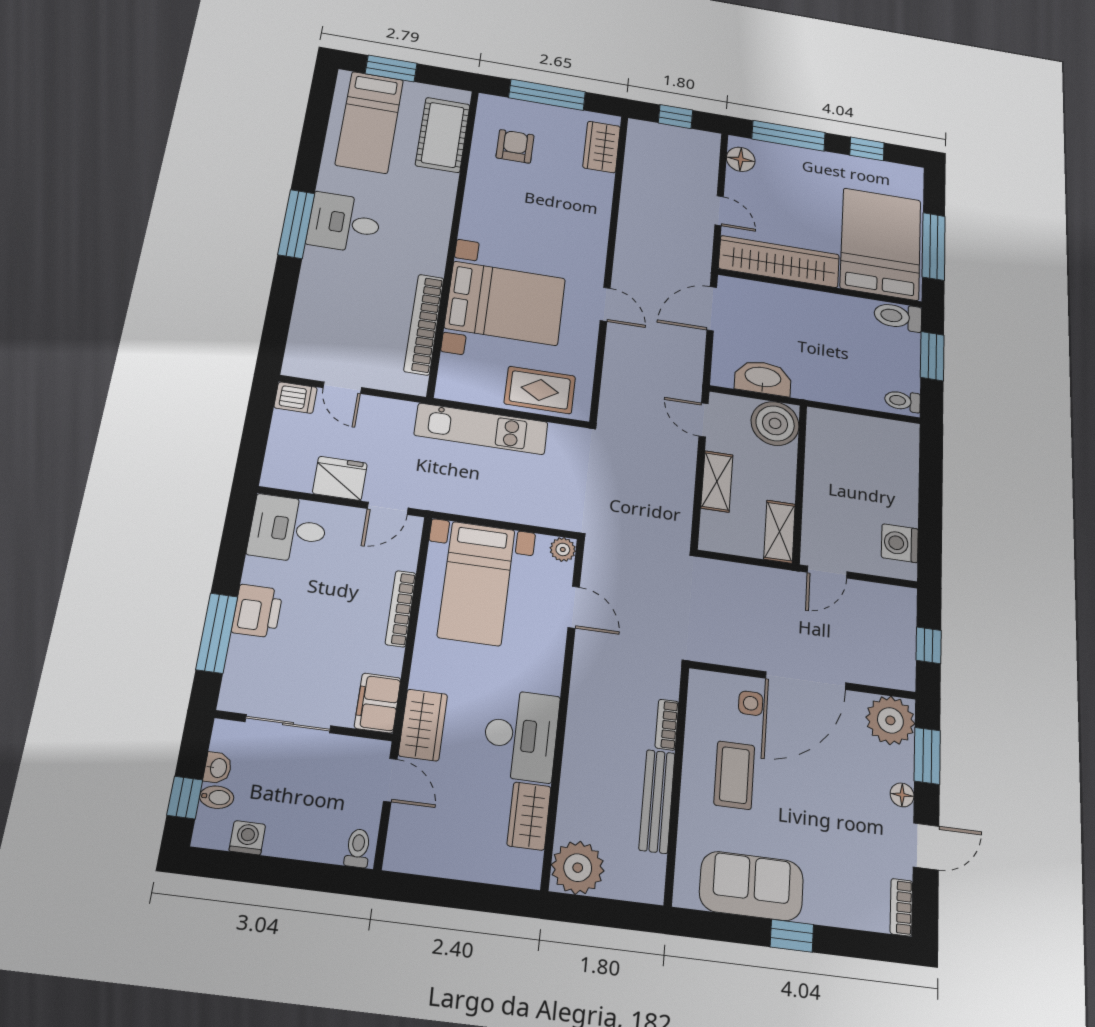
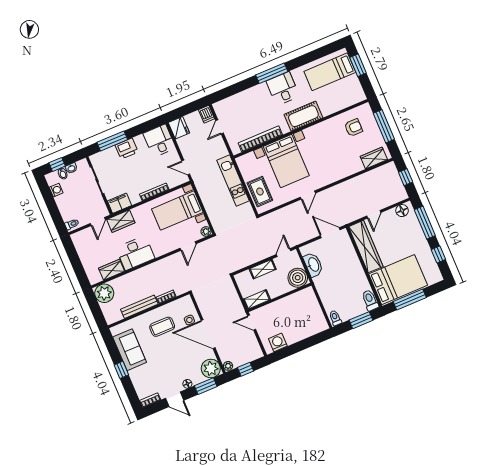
cot: (443, 135) -> (303, 116), moved
fridge: (340, 478) -> (179, 128), moved
plant: (903, 679) -> (228, 366), added

